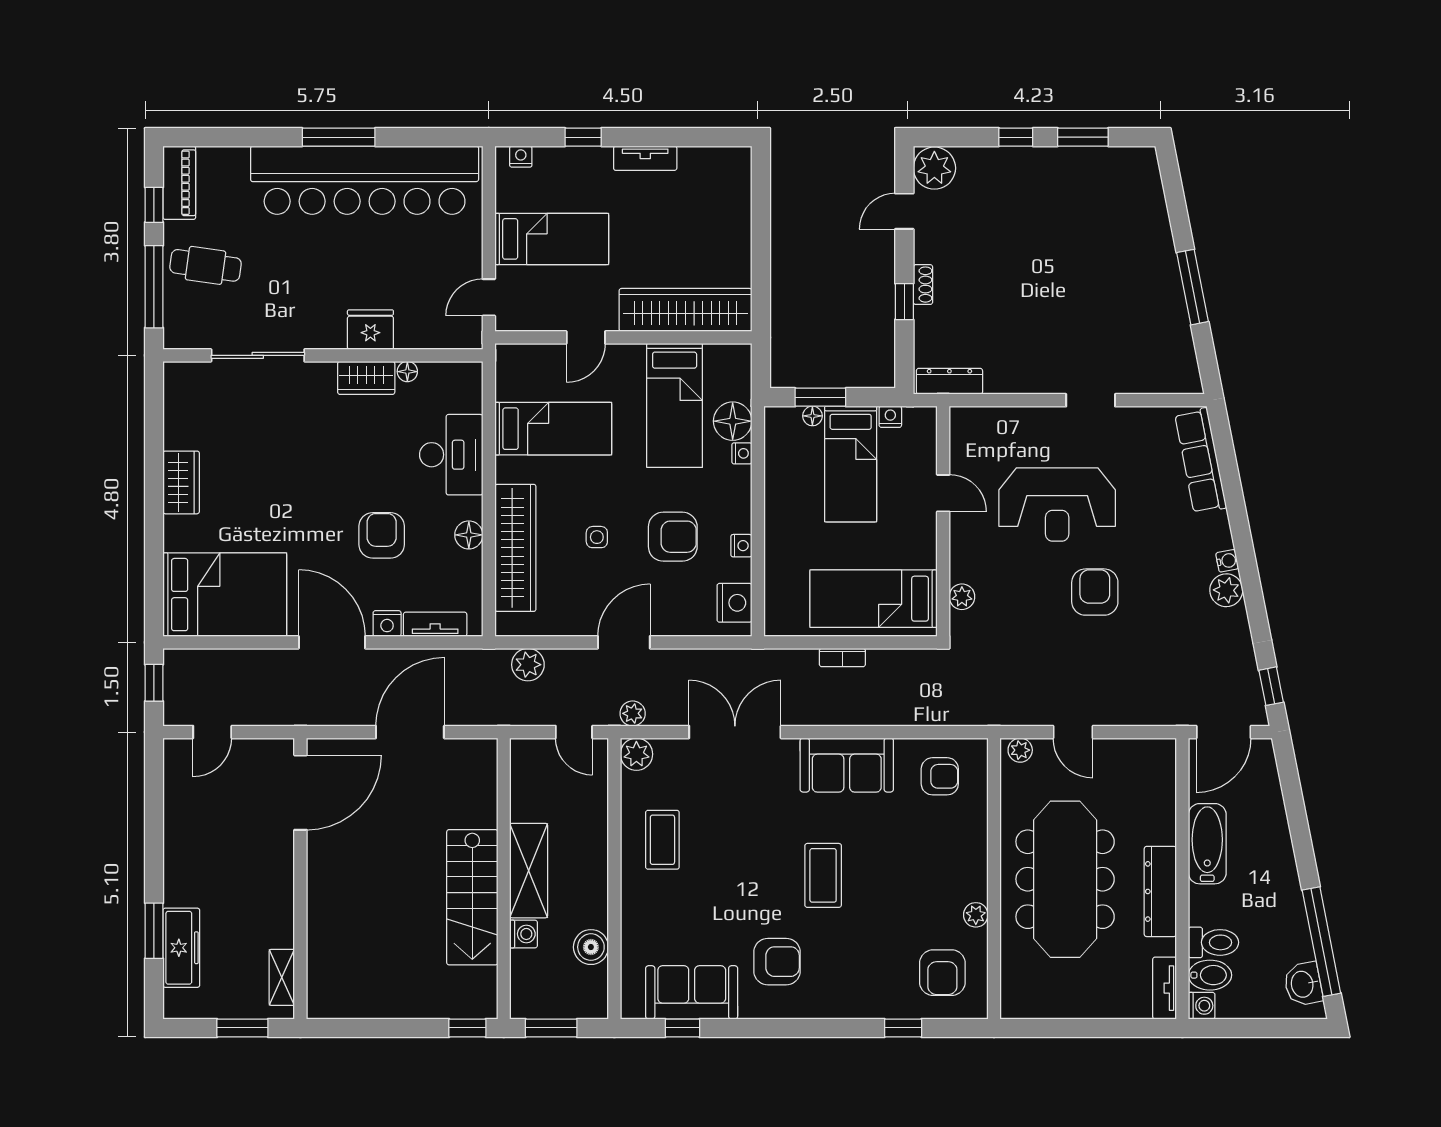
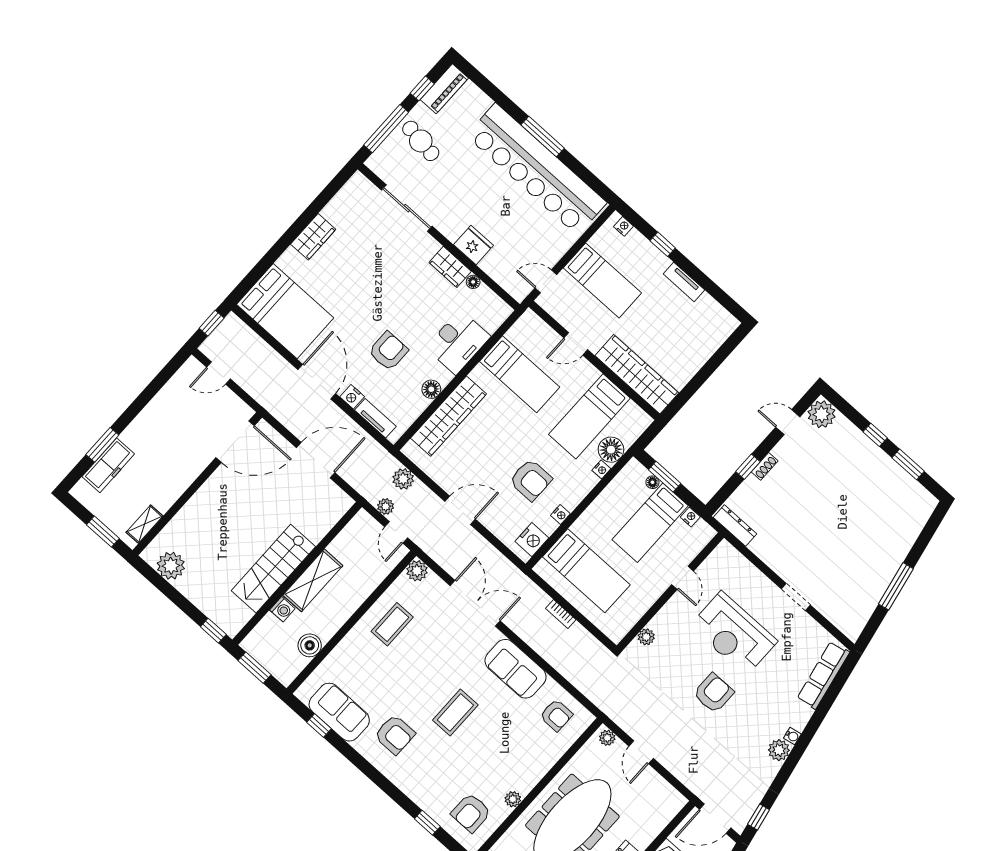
side table: (597, 537) -> (493, 447), removed
bed: (873, 599) -> (586, 571), moved, turned 180
plant: (633, 713) -> (386, 506), moved
plant: (354, 998) -> (171, 566), added

